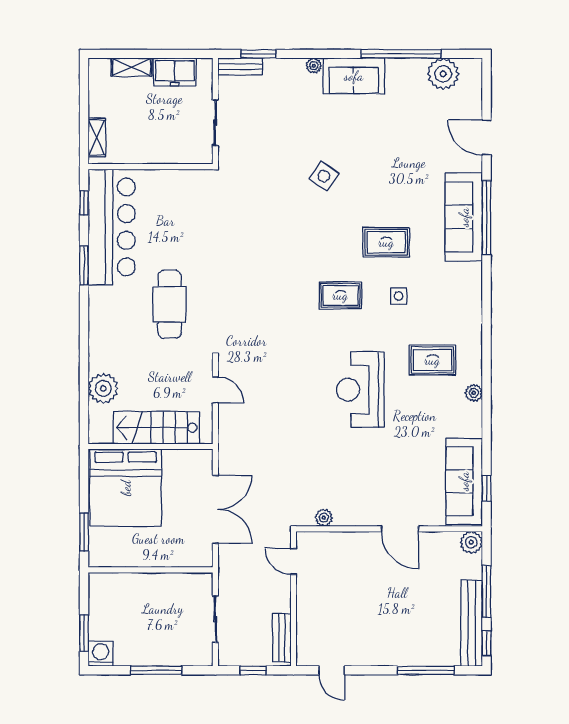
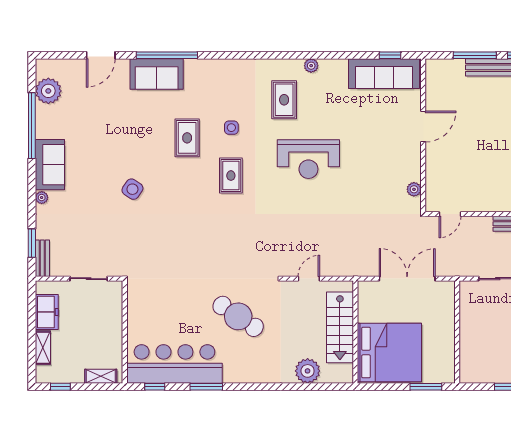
window: (84, 88) -> (60, 387), added
sofa: (464, 217) -> (157, 74), width x0.73
cafe table: (169, 304) -> (238, 316), turned 34
plant: (471, 542) -> (434, 68), removed

